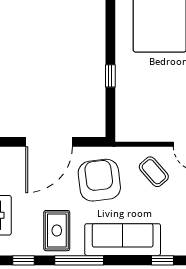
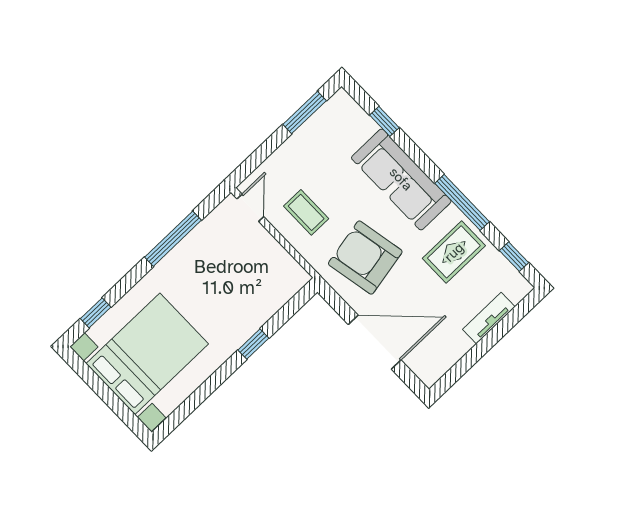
coffee table: (154, 172) -> (306, 212), turned -49
armchair: (99, 180) -> (365, 258), turned 86

